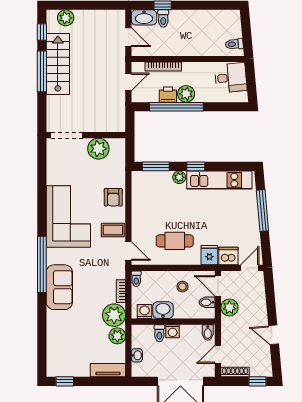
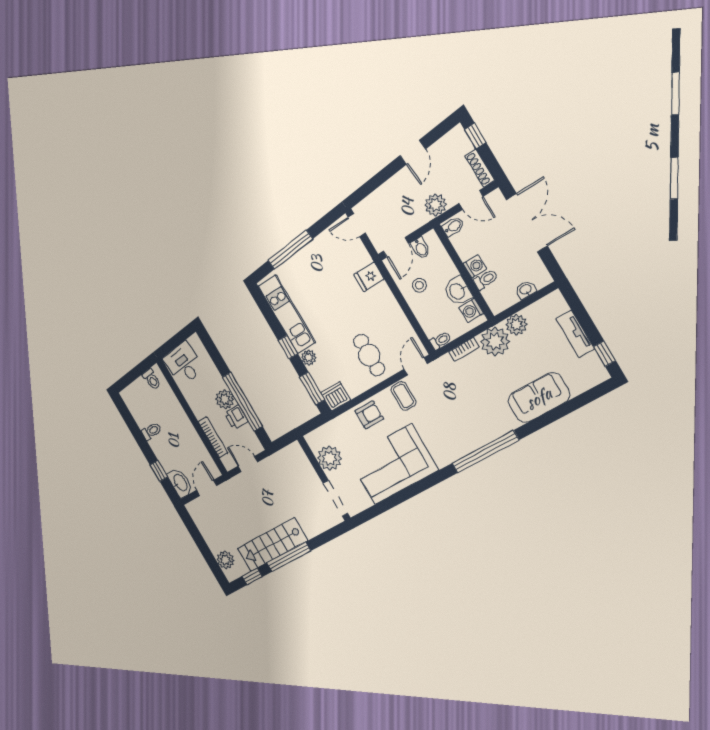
toilet: (163, 19) -> (151, 431), moved
corner sofa: (68, 216) -> (393, 464), moved
cafe table: (175, 241) -> (369, 355), moved
dishwasher: (228, 256) -> (336, 396), moved, turned 90
sofa: (59, 287) -> (539, 398), moved
plant: (229, 308) -> (436, 205), moved
tv unit: (108, 370) -> (575, 334), moved

